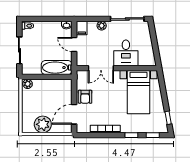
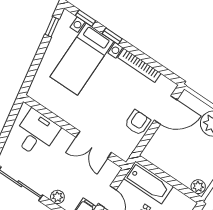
desk: (126, 53) -> (36, 133), moved
double door: (101, 68) -> (94, 145), swing flipped
bed with nightstands: (138, 92) -> (82, 59), moved, turned 180

